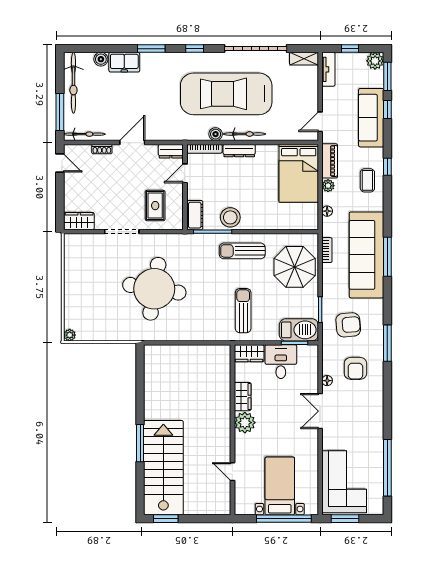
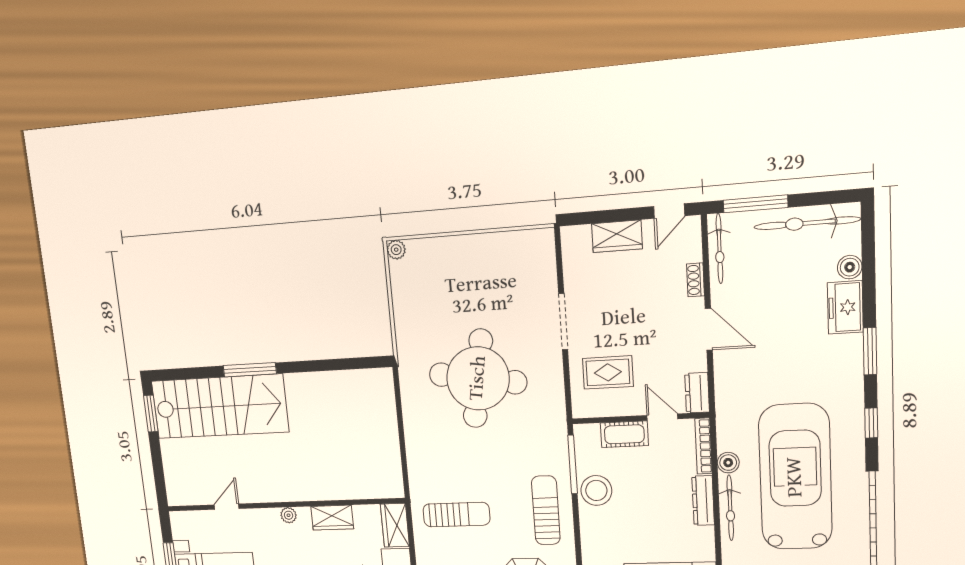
cot: (195, 215) -> (624, 434), moved
wardrobe: (79, 221) -> (617, 236), moved, turned 90
plant: (245, 423) -> (289, 515), width x0.53, depth x0.53

